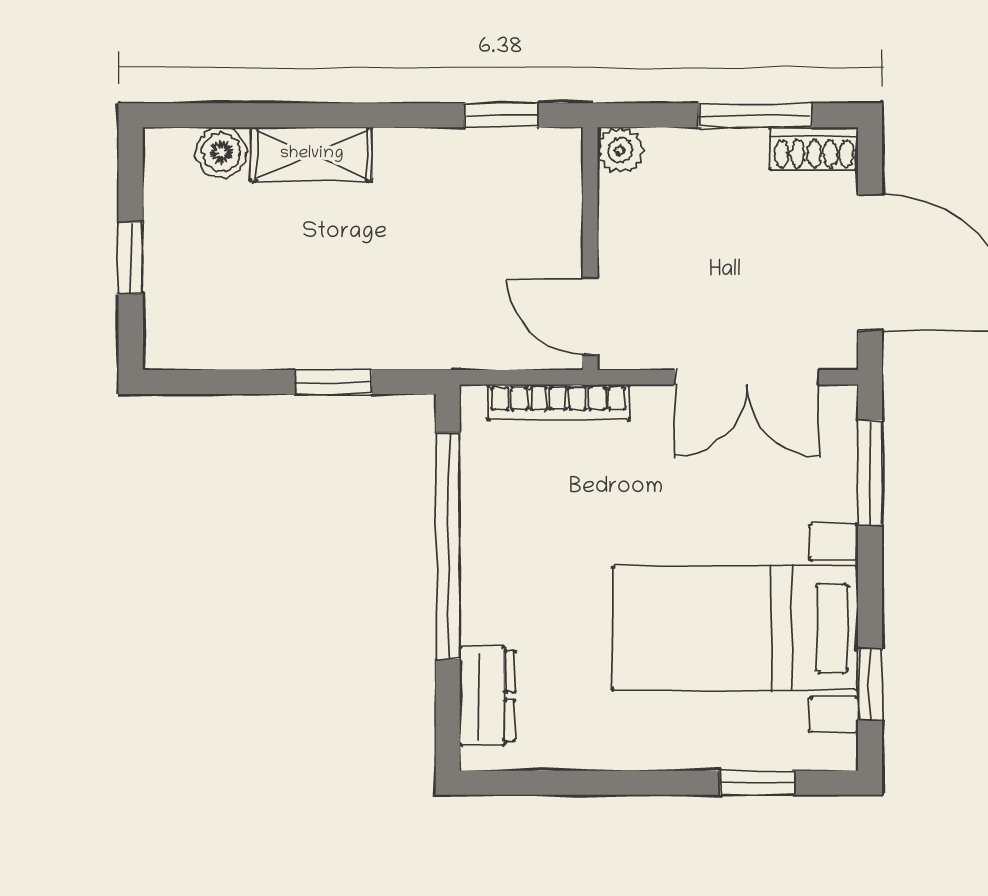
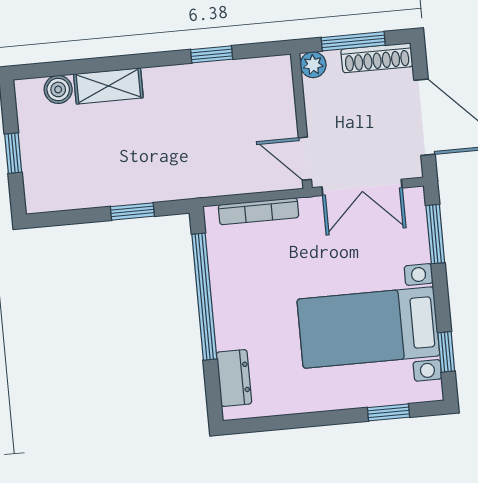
shoe rack: (814, 149) -> (377, 58), width x1.43
plant: (620, 150) -> (313, 65), moved
wall: (590, 249) -> (301, 121), moved
door: (590, 316) -> (305, 159), moved

